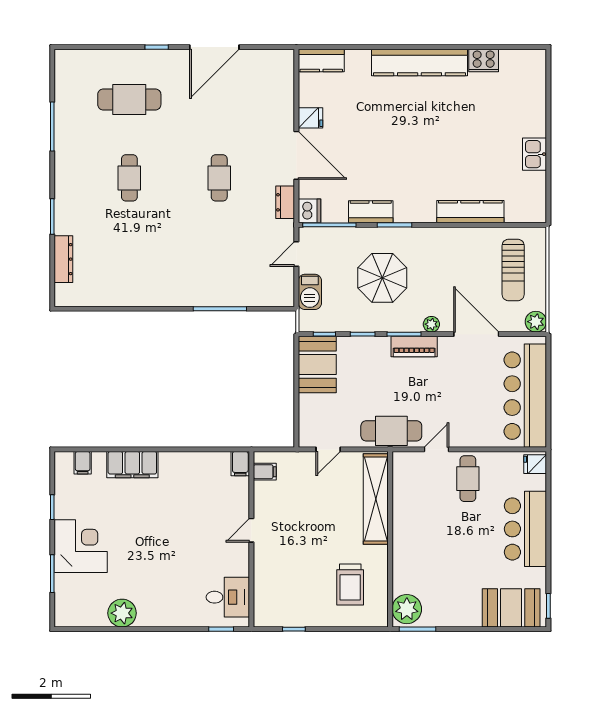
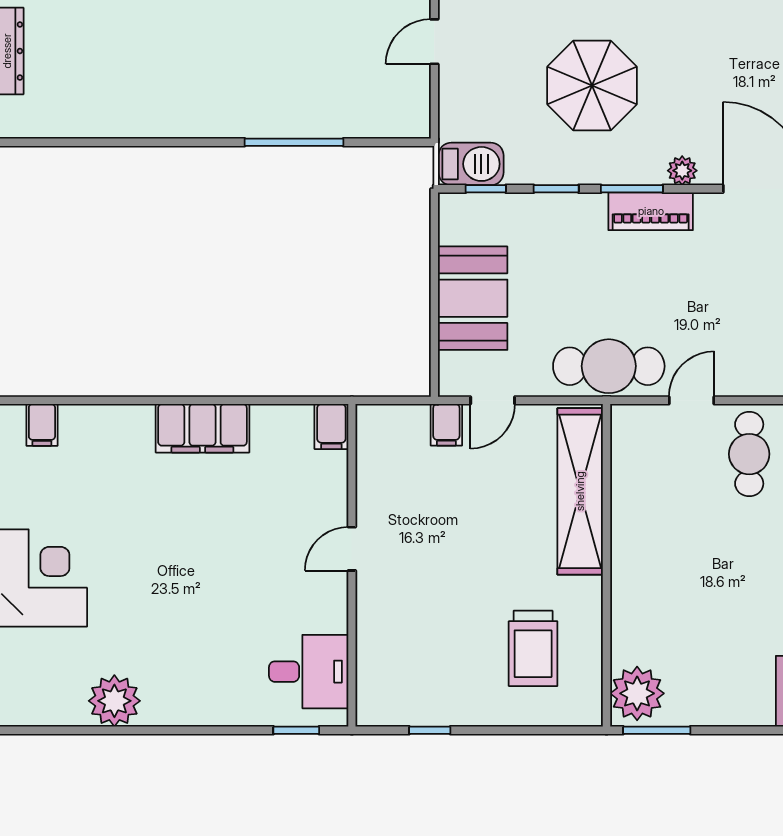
barbecue: (310, 292) -> (471, 164), moved, turned -90
booth: (317, 365) -> (473, 298), moved
filing cabinet: (132, 465) -> (202, 428), moved
filing cabinet: (265, 472) -> (446, 425), moved, turned 90

